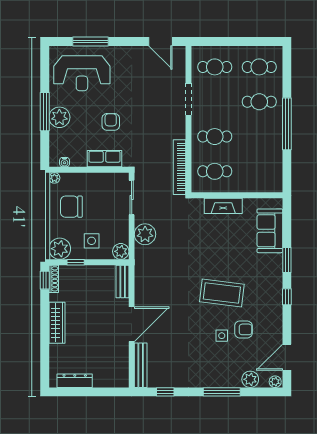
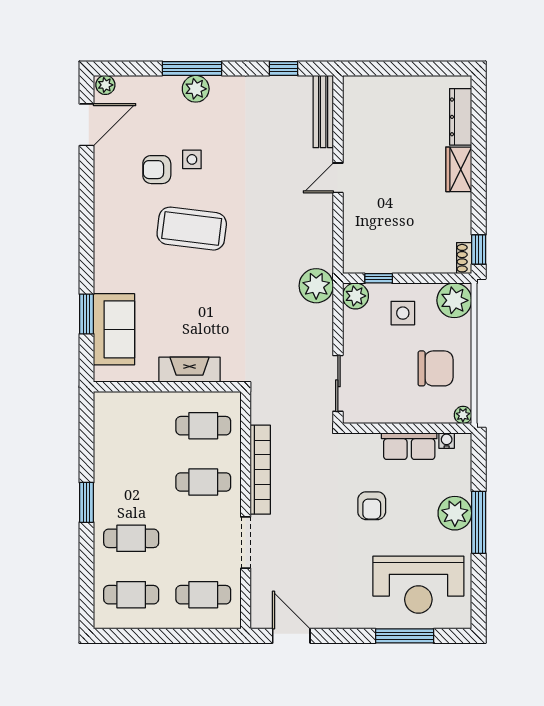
reception desk: (82, 73) -> (418, 585), turned 180
window: (287, 124) -> (86, 502), width x0.47
row of seats: (104, 159) -> (409, 446), moved
bookcase: (179, 167) -> (260, 470), moved
plant: (145, 234) -> (316, 286), moved
window: (287, 260) -> (86, 314), moved
window: (76, 262) -> (379, 278), moved
shoe rack: (54, 279) -> (464, 258), width x0.70
bench: (123, 282) -> (353, 247), removed
window: (287, 297) -> (86, 223), removed
wardrobe: (57, 323) -> (459, 169), width x0.67
door: (132, 324) -> (338, 178), width x0.53
plant: (250, 379) -> (196, 89), moved
dresser: (75, 381) -> (461, 117), moved, turned 90

